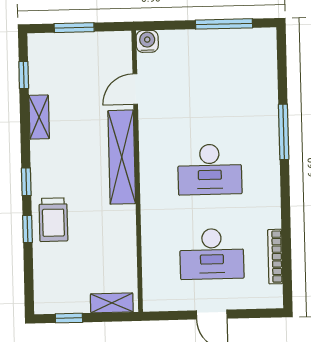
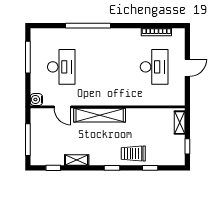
window: (74, 28) -> (28, 140), width x1.44
window: (284, 132) -> (88, 26), width x1.46
desk: (210, 169) -> (61, 67), moved
trolley: (53, 220) -> (133, 154), turned 180
window: (27, 229) -> (150, 168), moved

